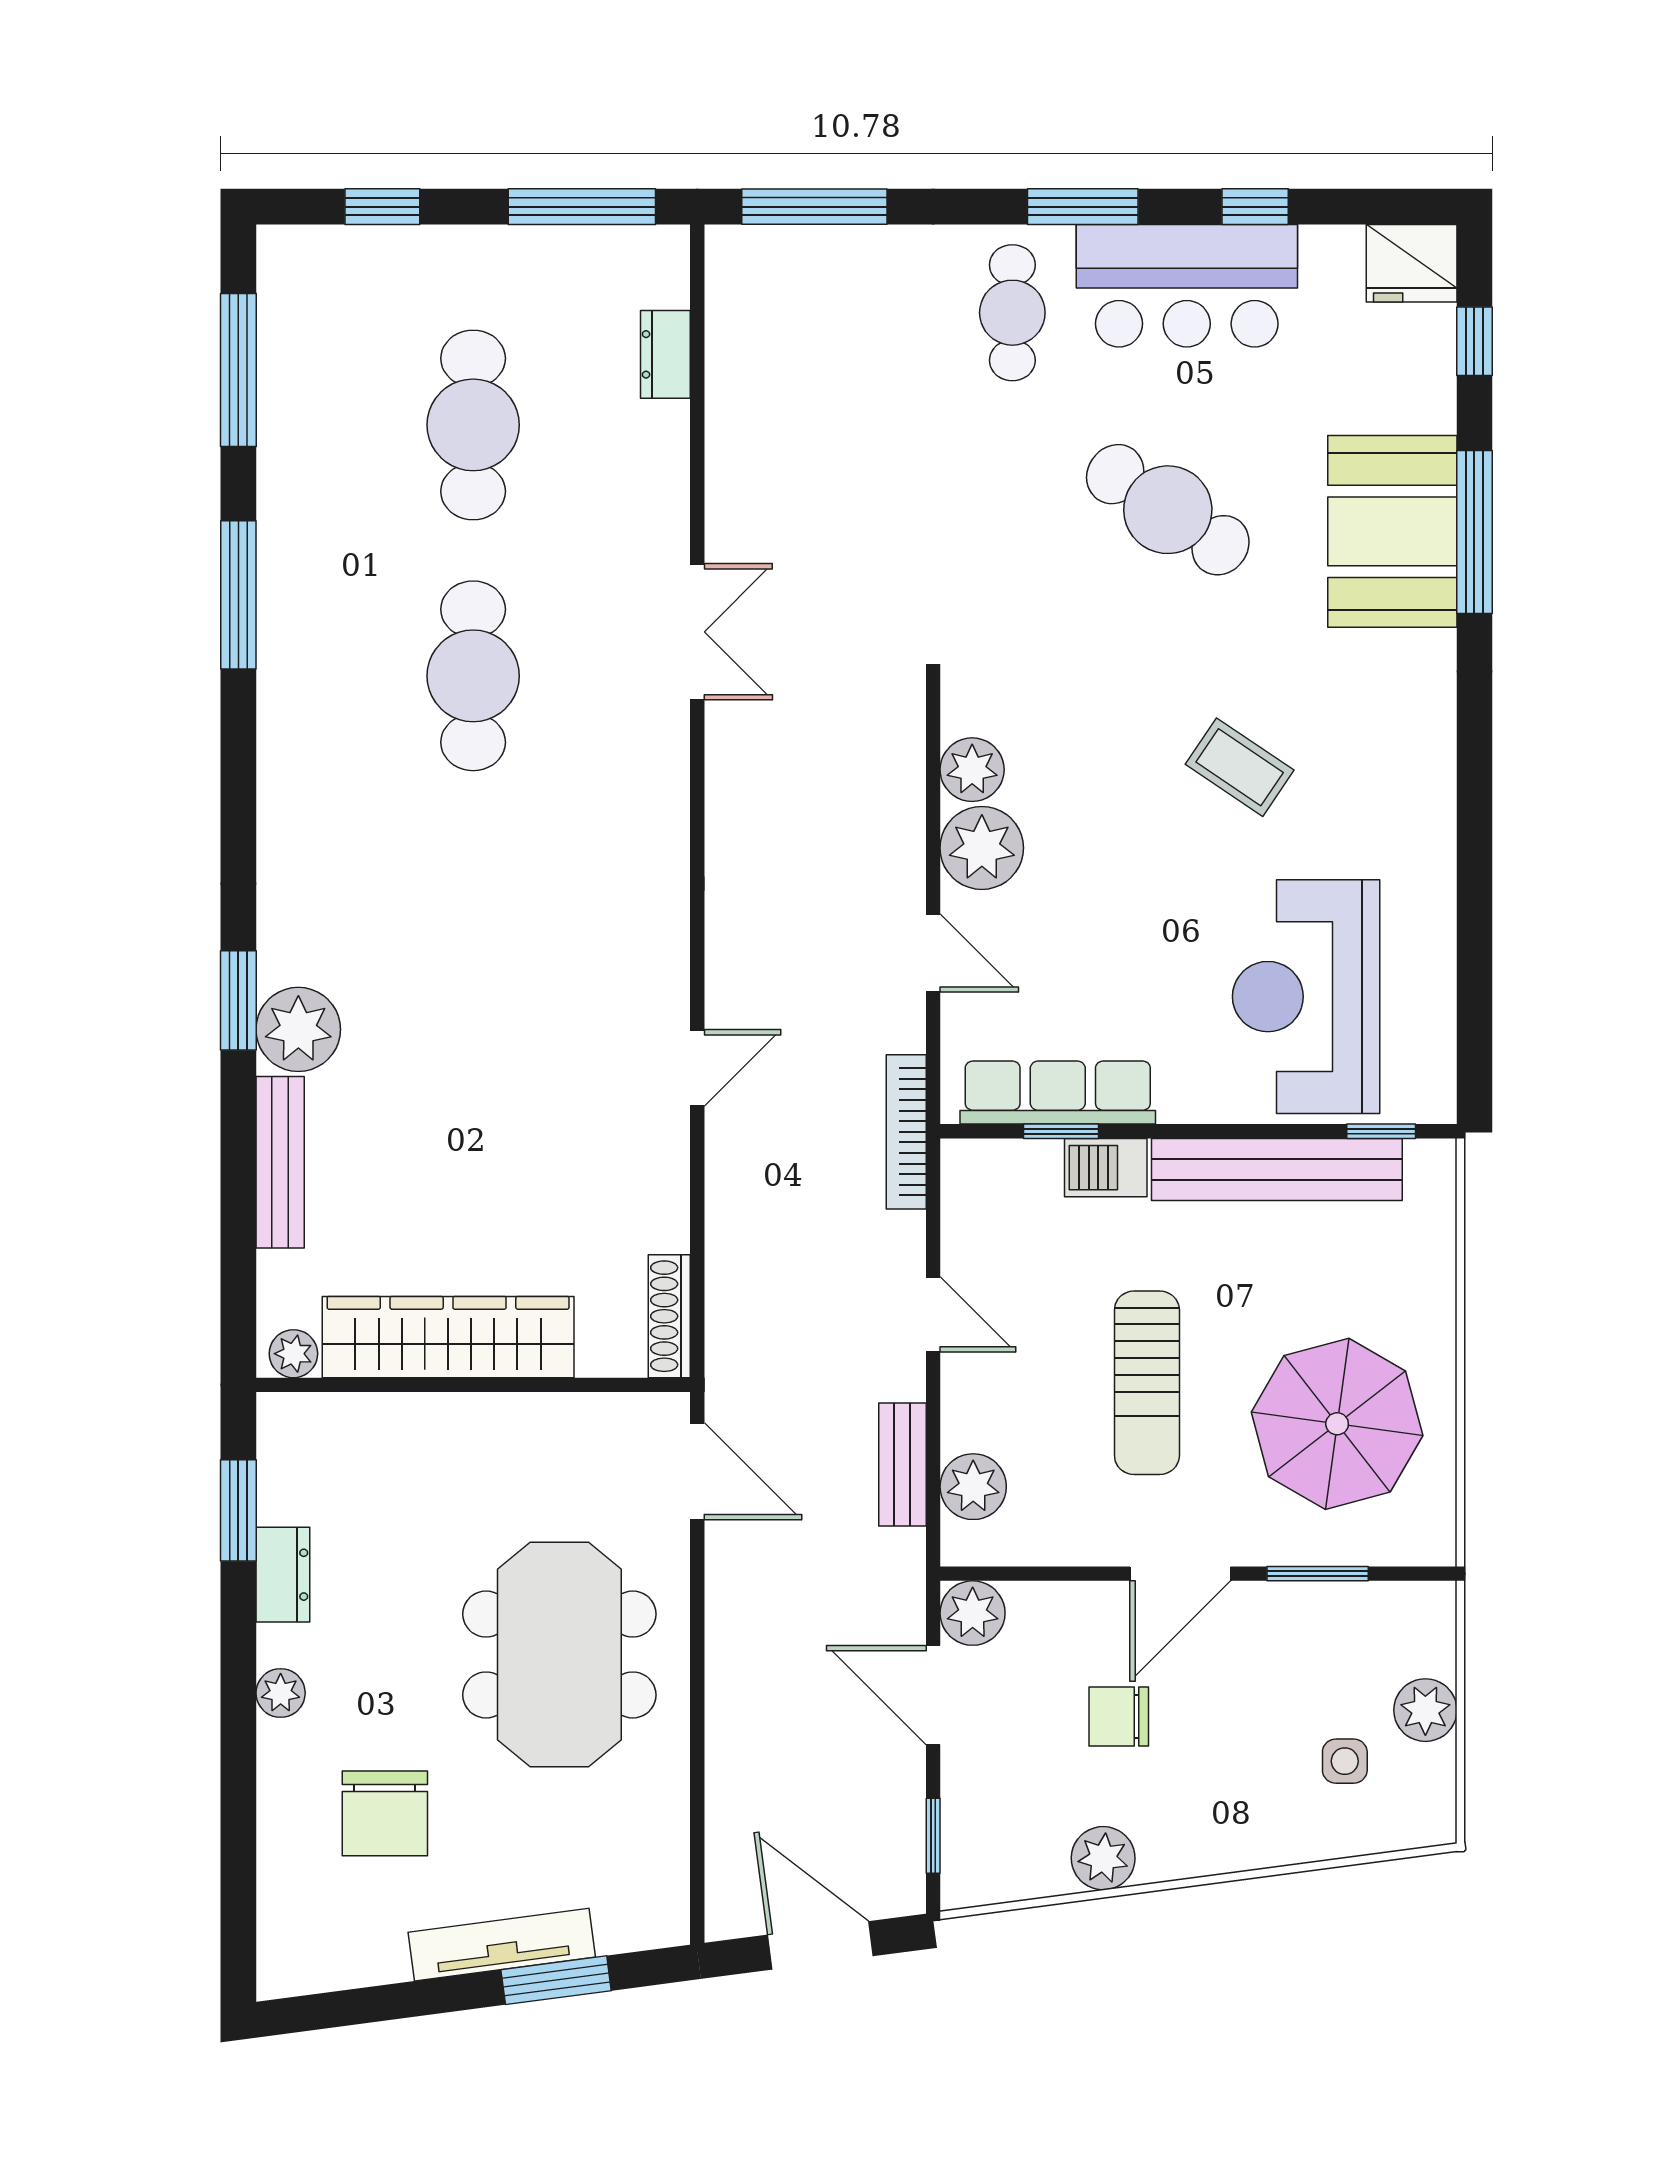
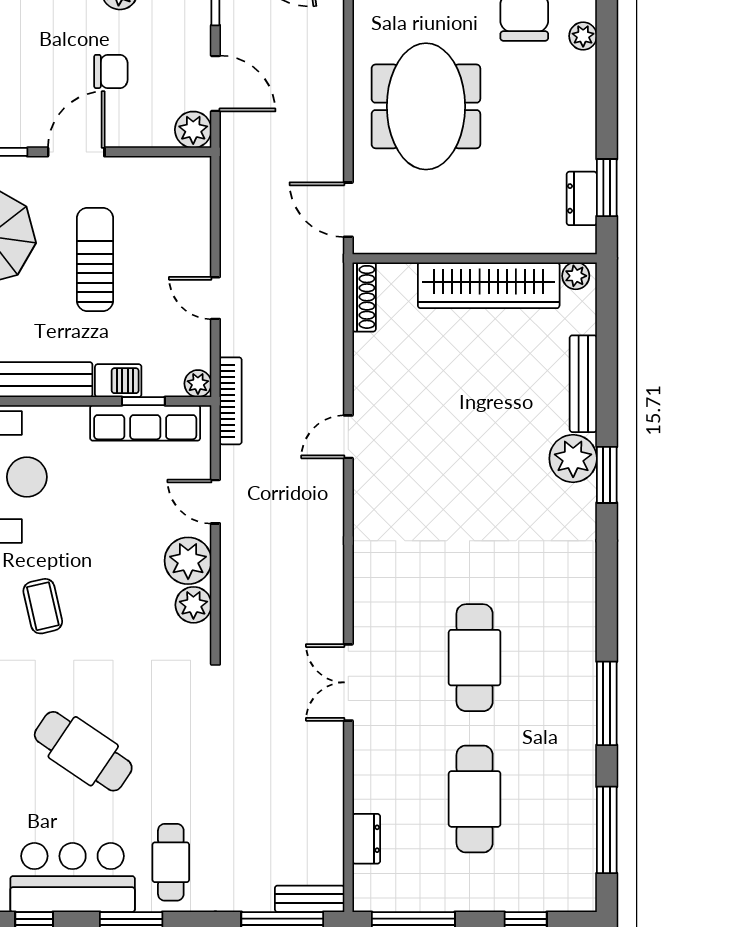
coffee table: (1240, 767) -> (43, 606), turned 43
bench: (902, 1465) -> (310, 899), moved, turned 90
plant: (973, 1487) -> (198, 384), moved, width x0.73, depth x0.73
dresser: (283, 1575) -> (582, 198), moved
plant: (281, 1693) -> (583, 36), moved

